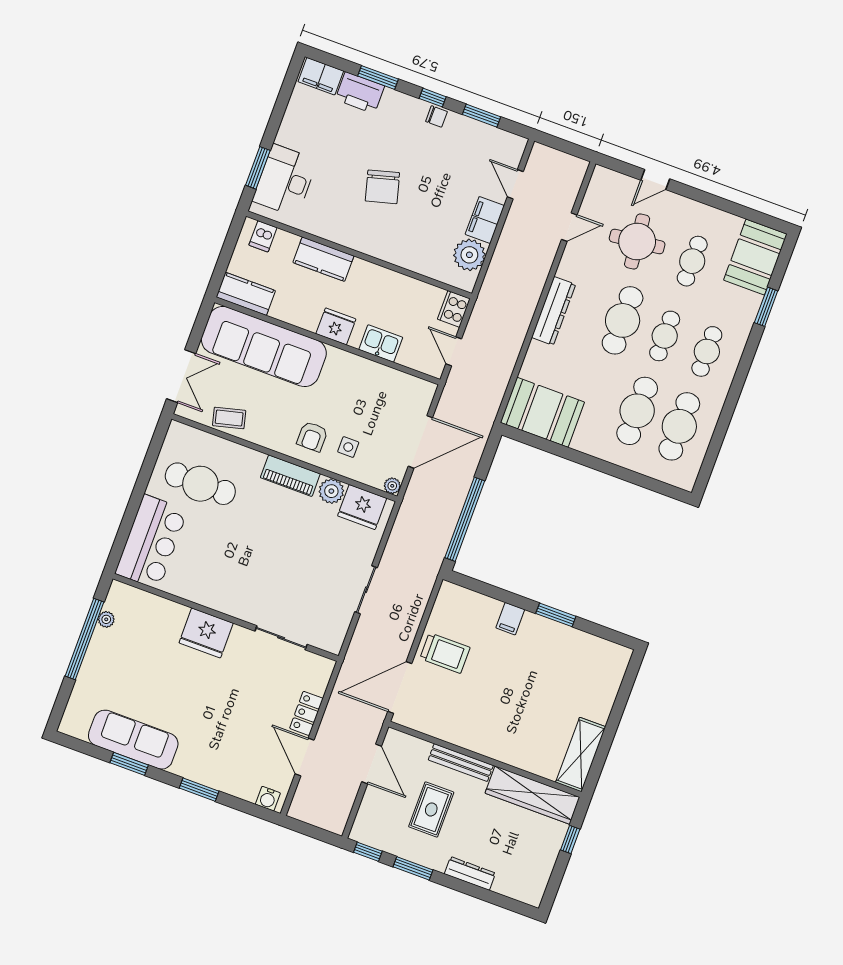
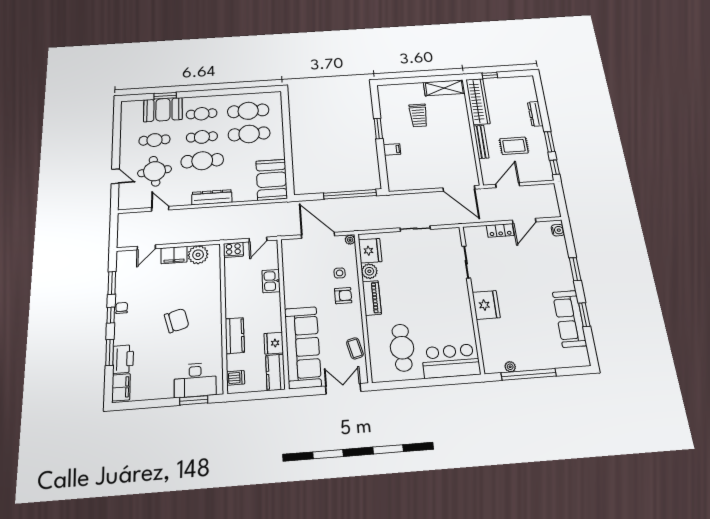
booth: (755, 257) -> (163, 110), moved
fridge: (336, 326) -> (274, 343), moved
trolley: (445, 653) -> (418, 115), moved, turned 180

